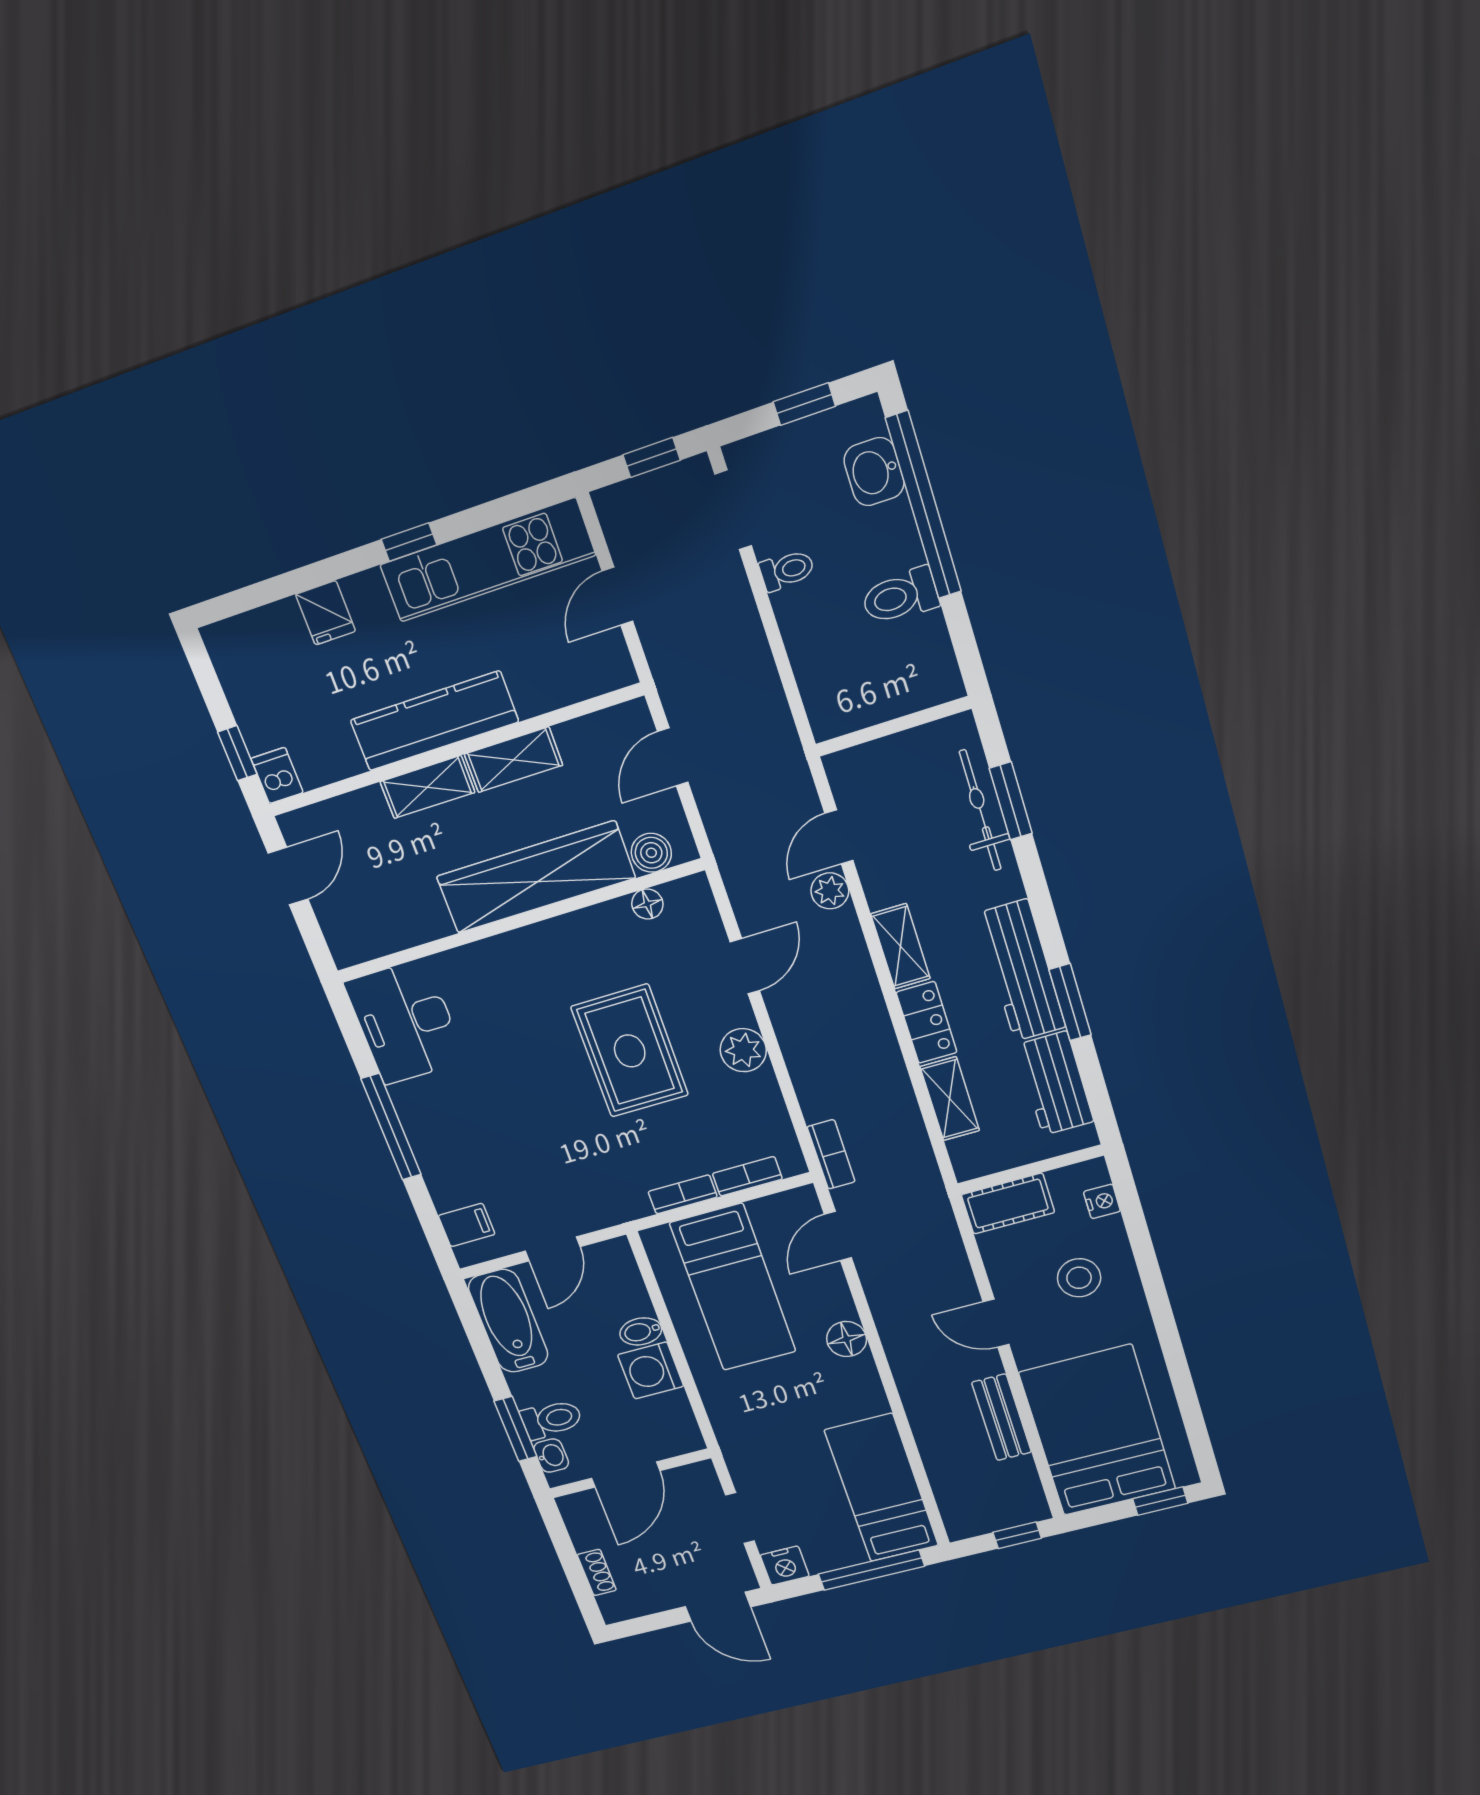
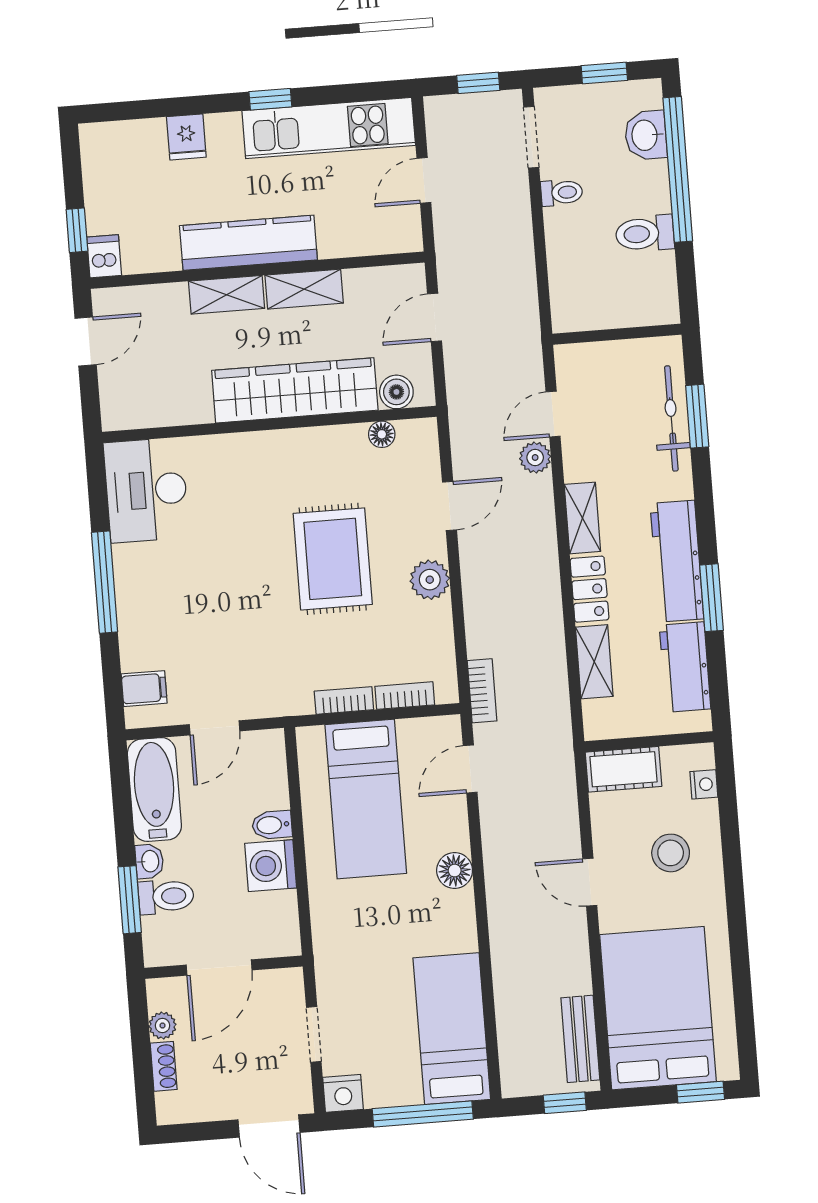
bench: (1002, 1417) -> (580, 1039), moved
washbasin: (551, 1456) -> (149, 861), moved
plant: (584, 1537) -> (162, 1026), added

